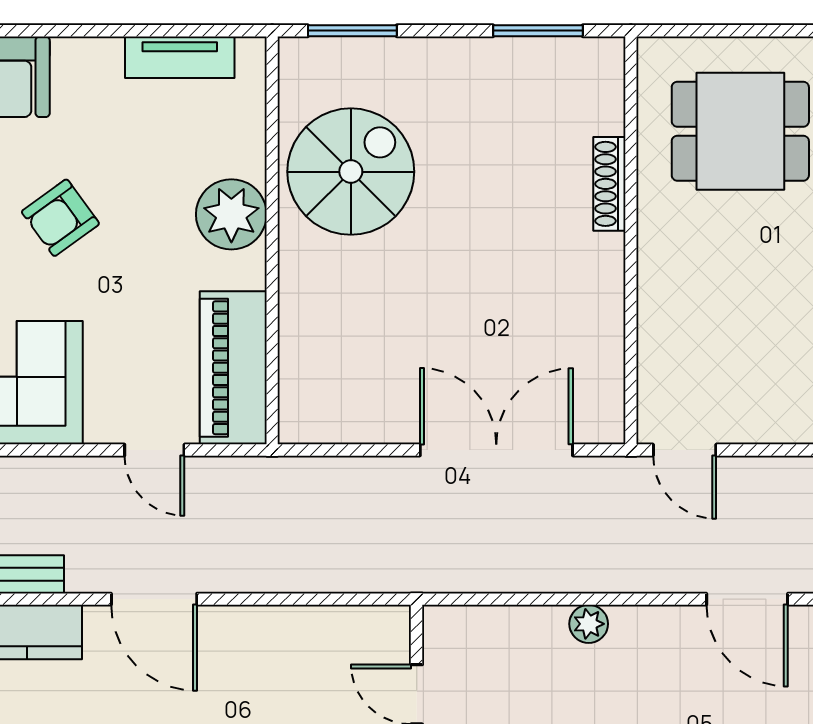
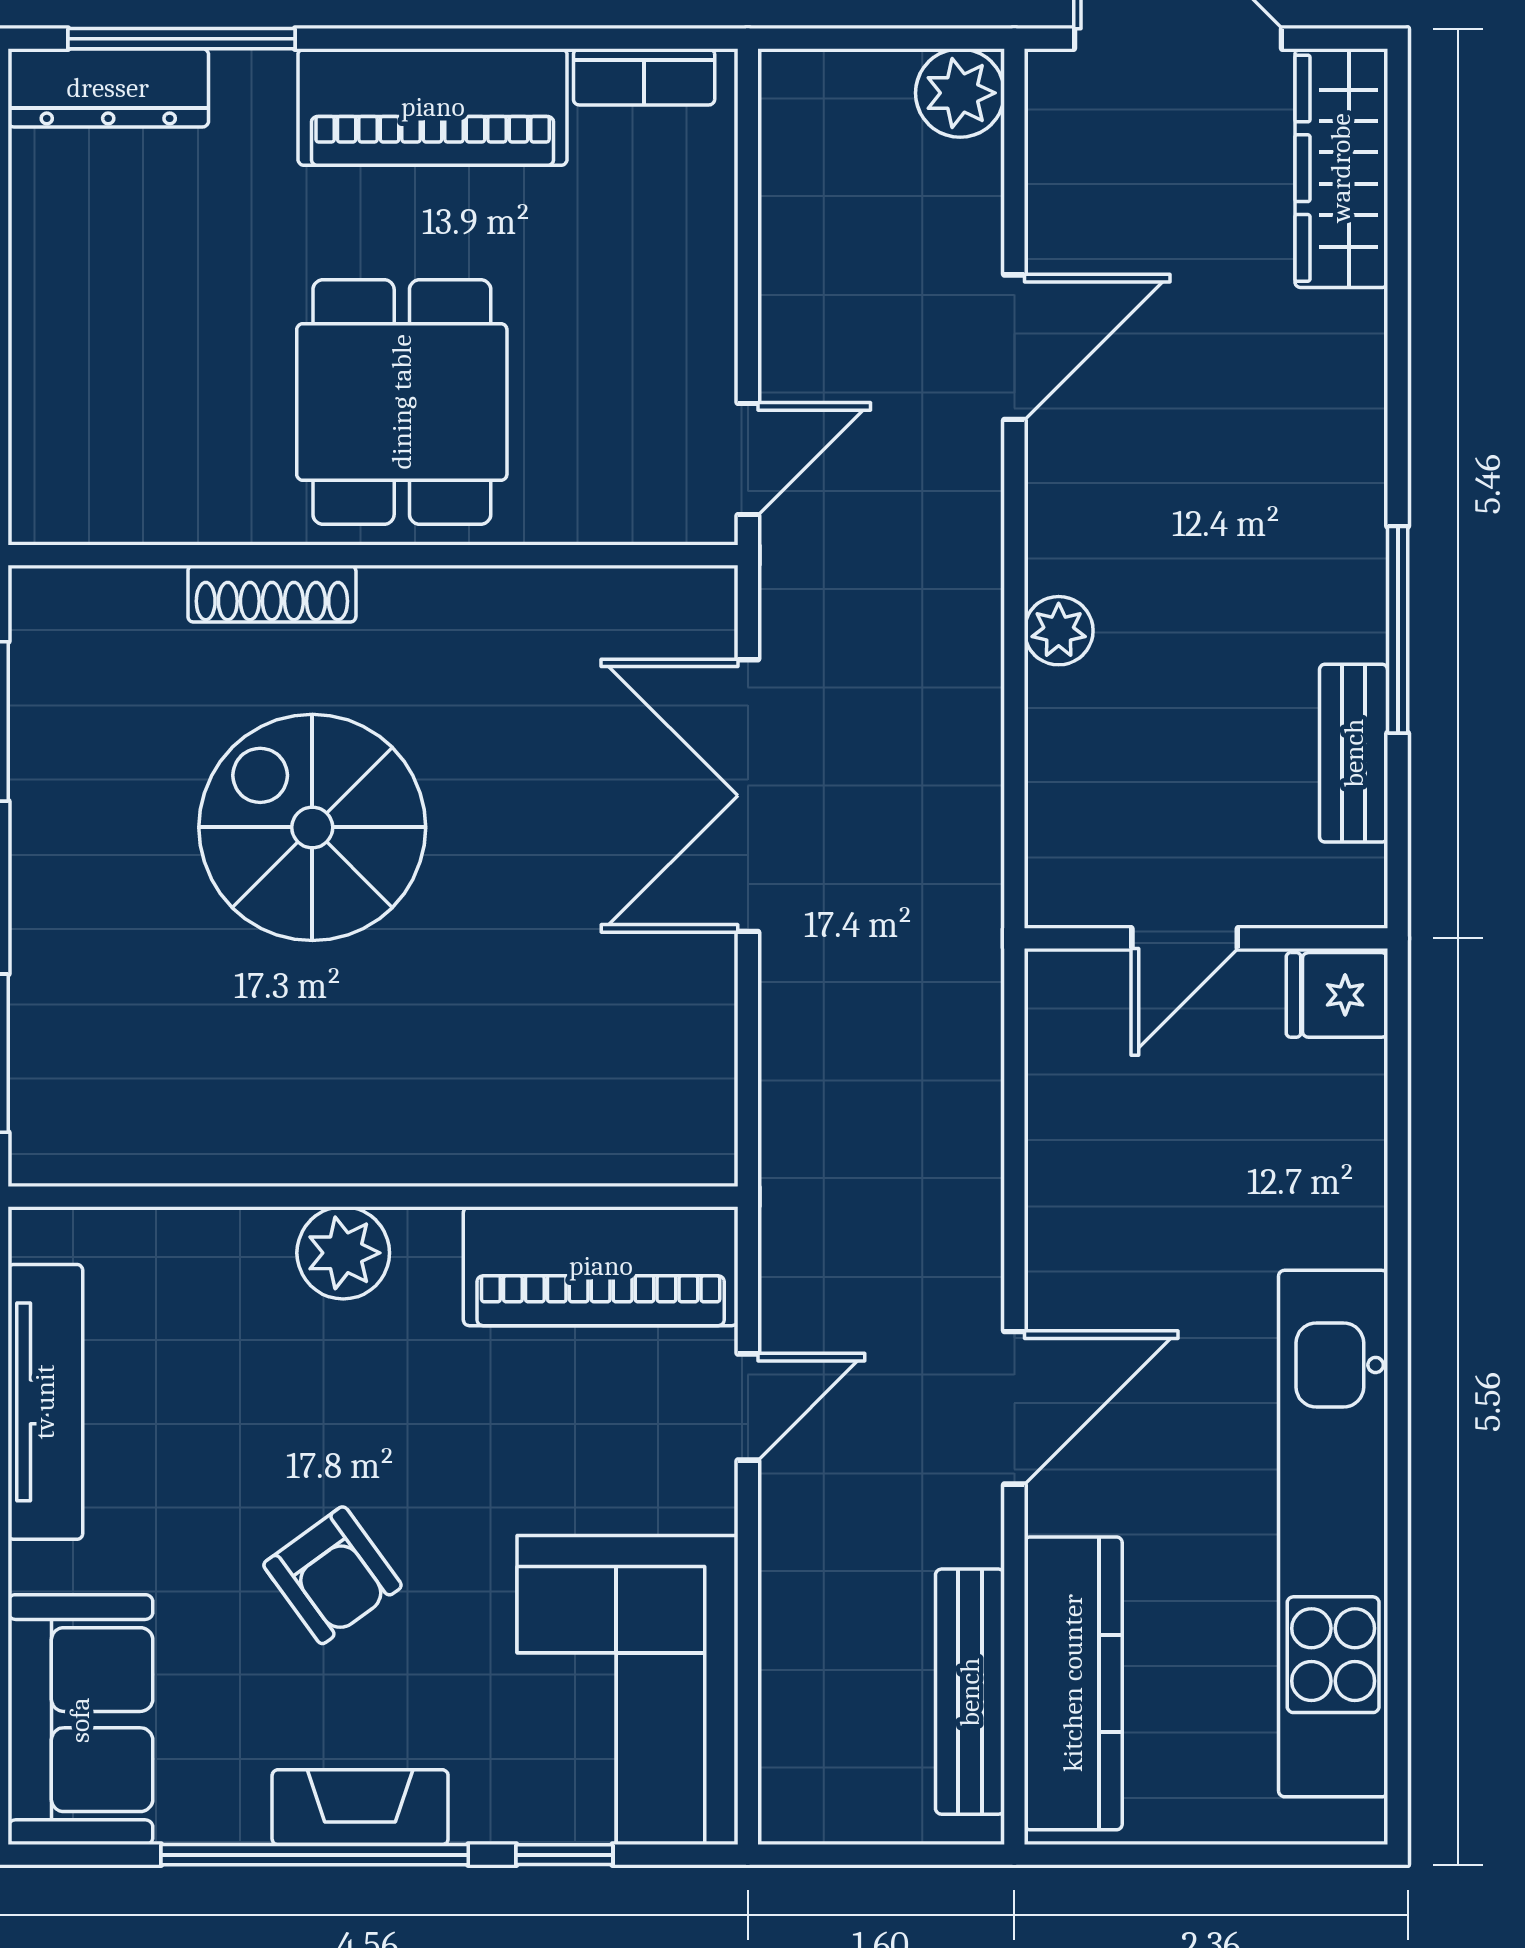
tv unit: (180, 57) -> (45, 1402), width x1.41
dining table: (740, 131) -> (402, 402), moved
spiral stairs: (351, 172) -> (312, 827), moved
plant: (231, 214) -> (343, 1253), width x0.73, depth x0.73

